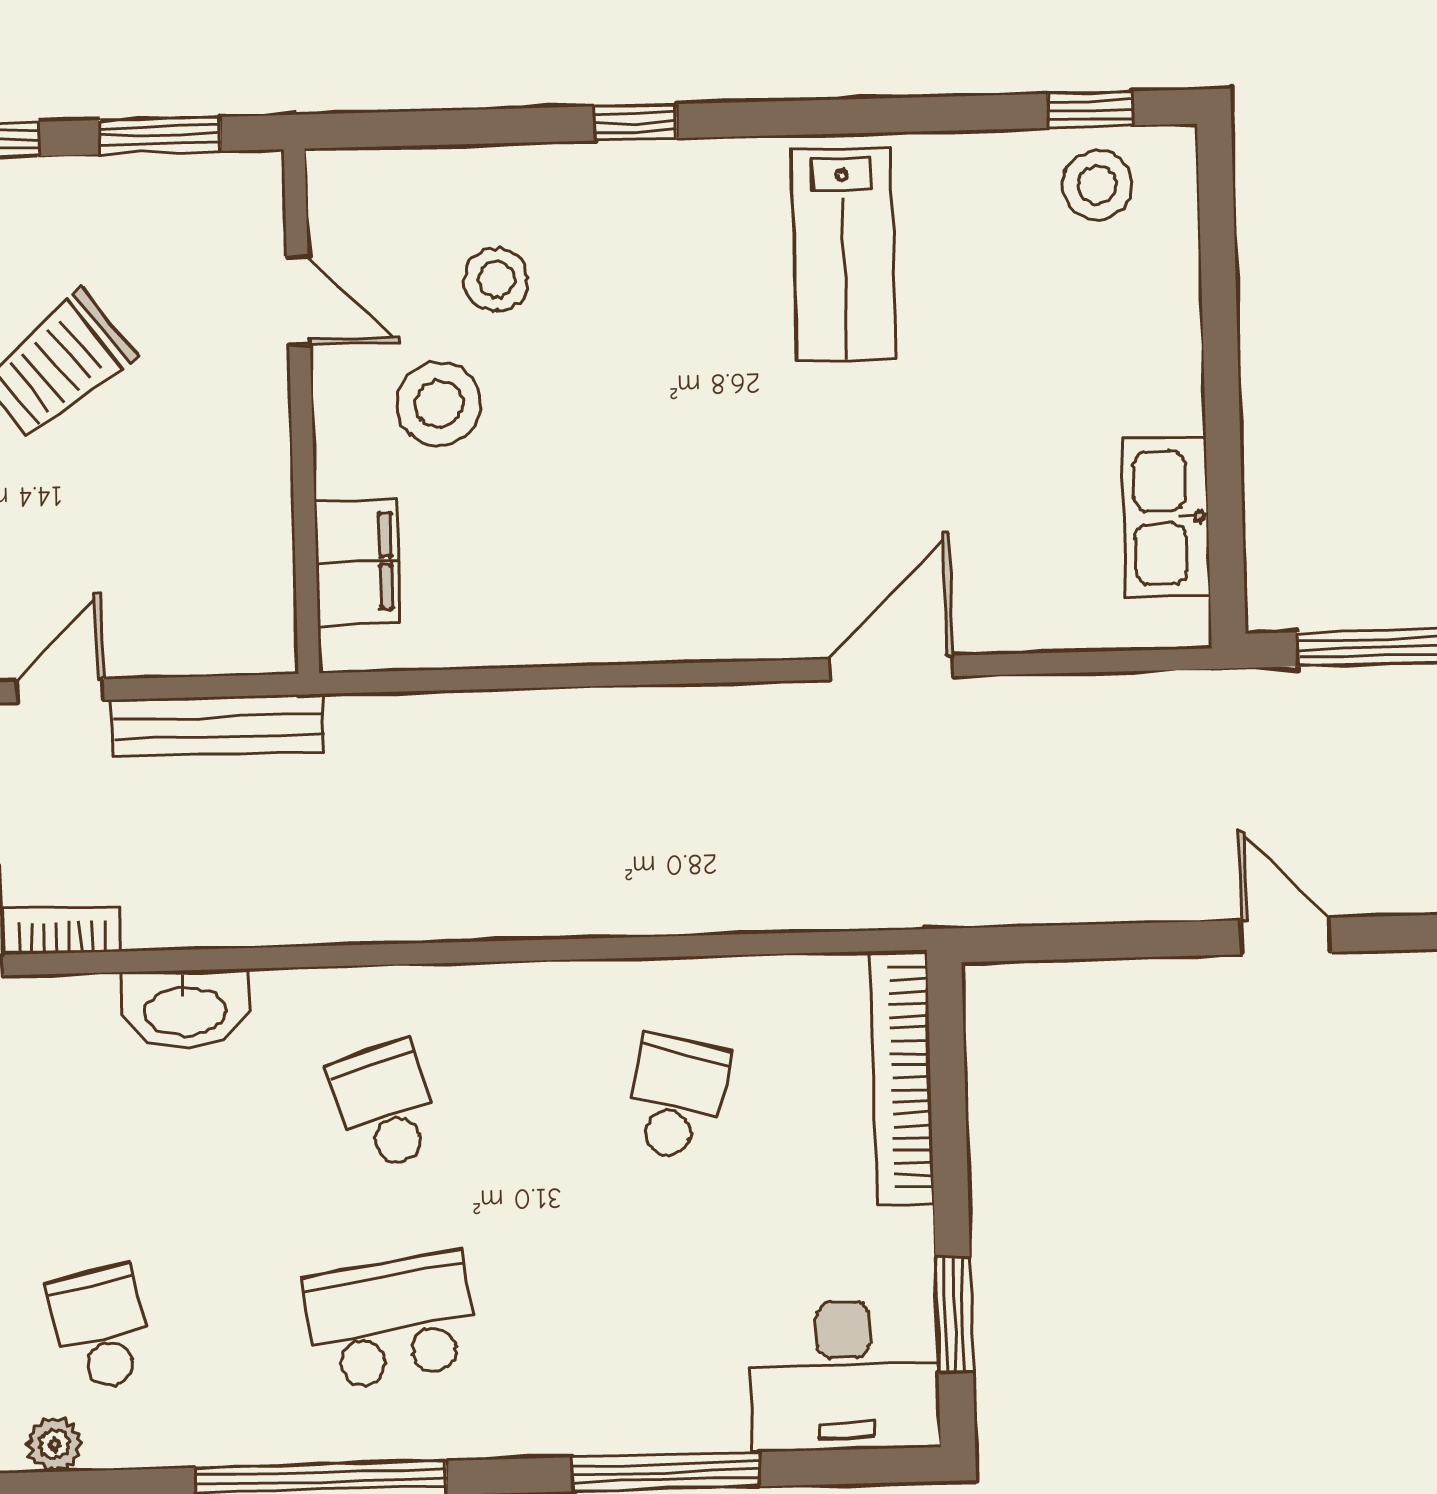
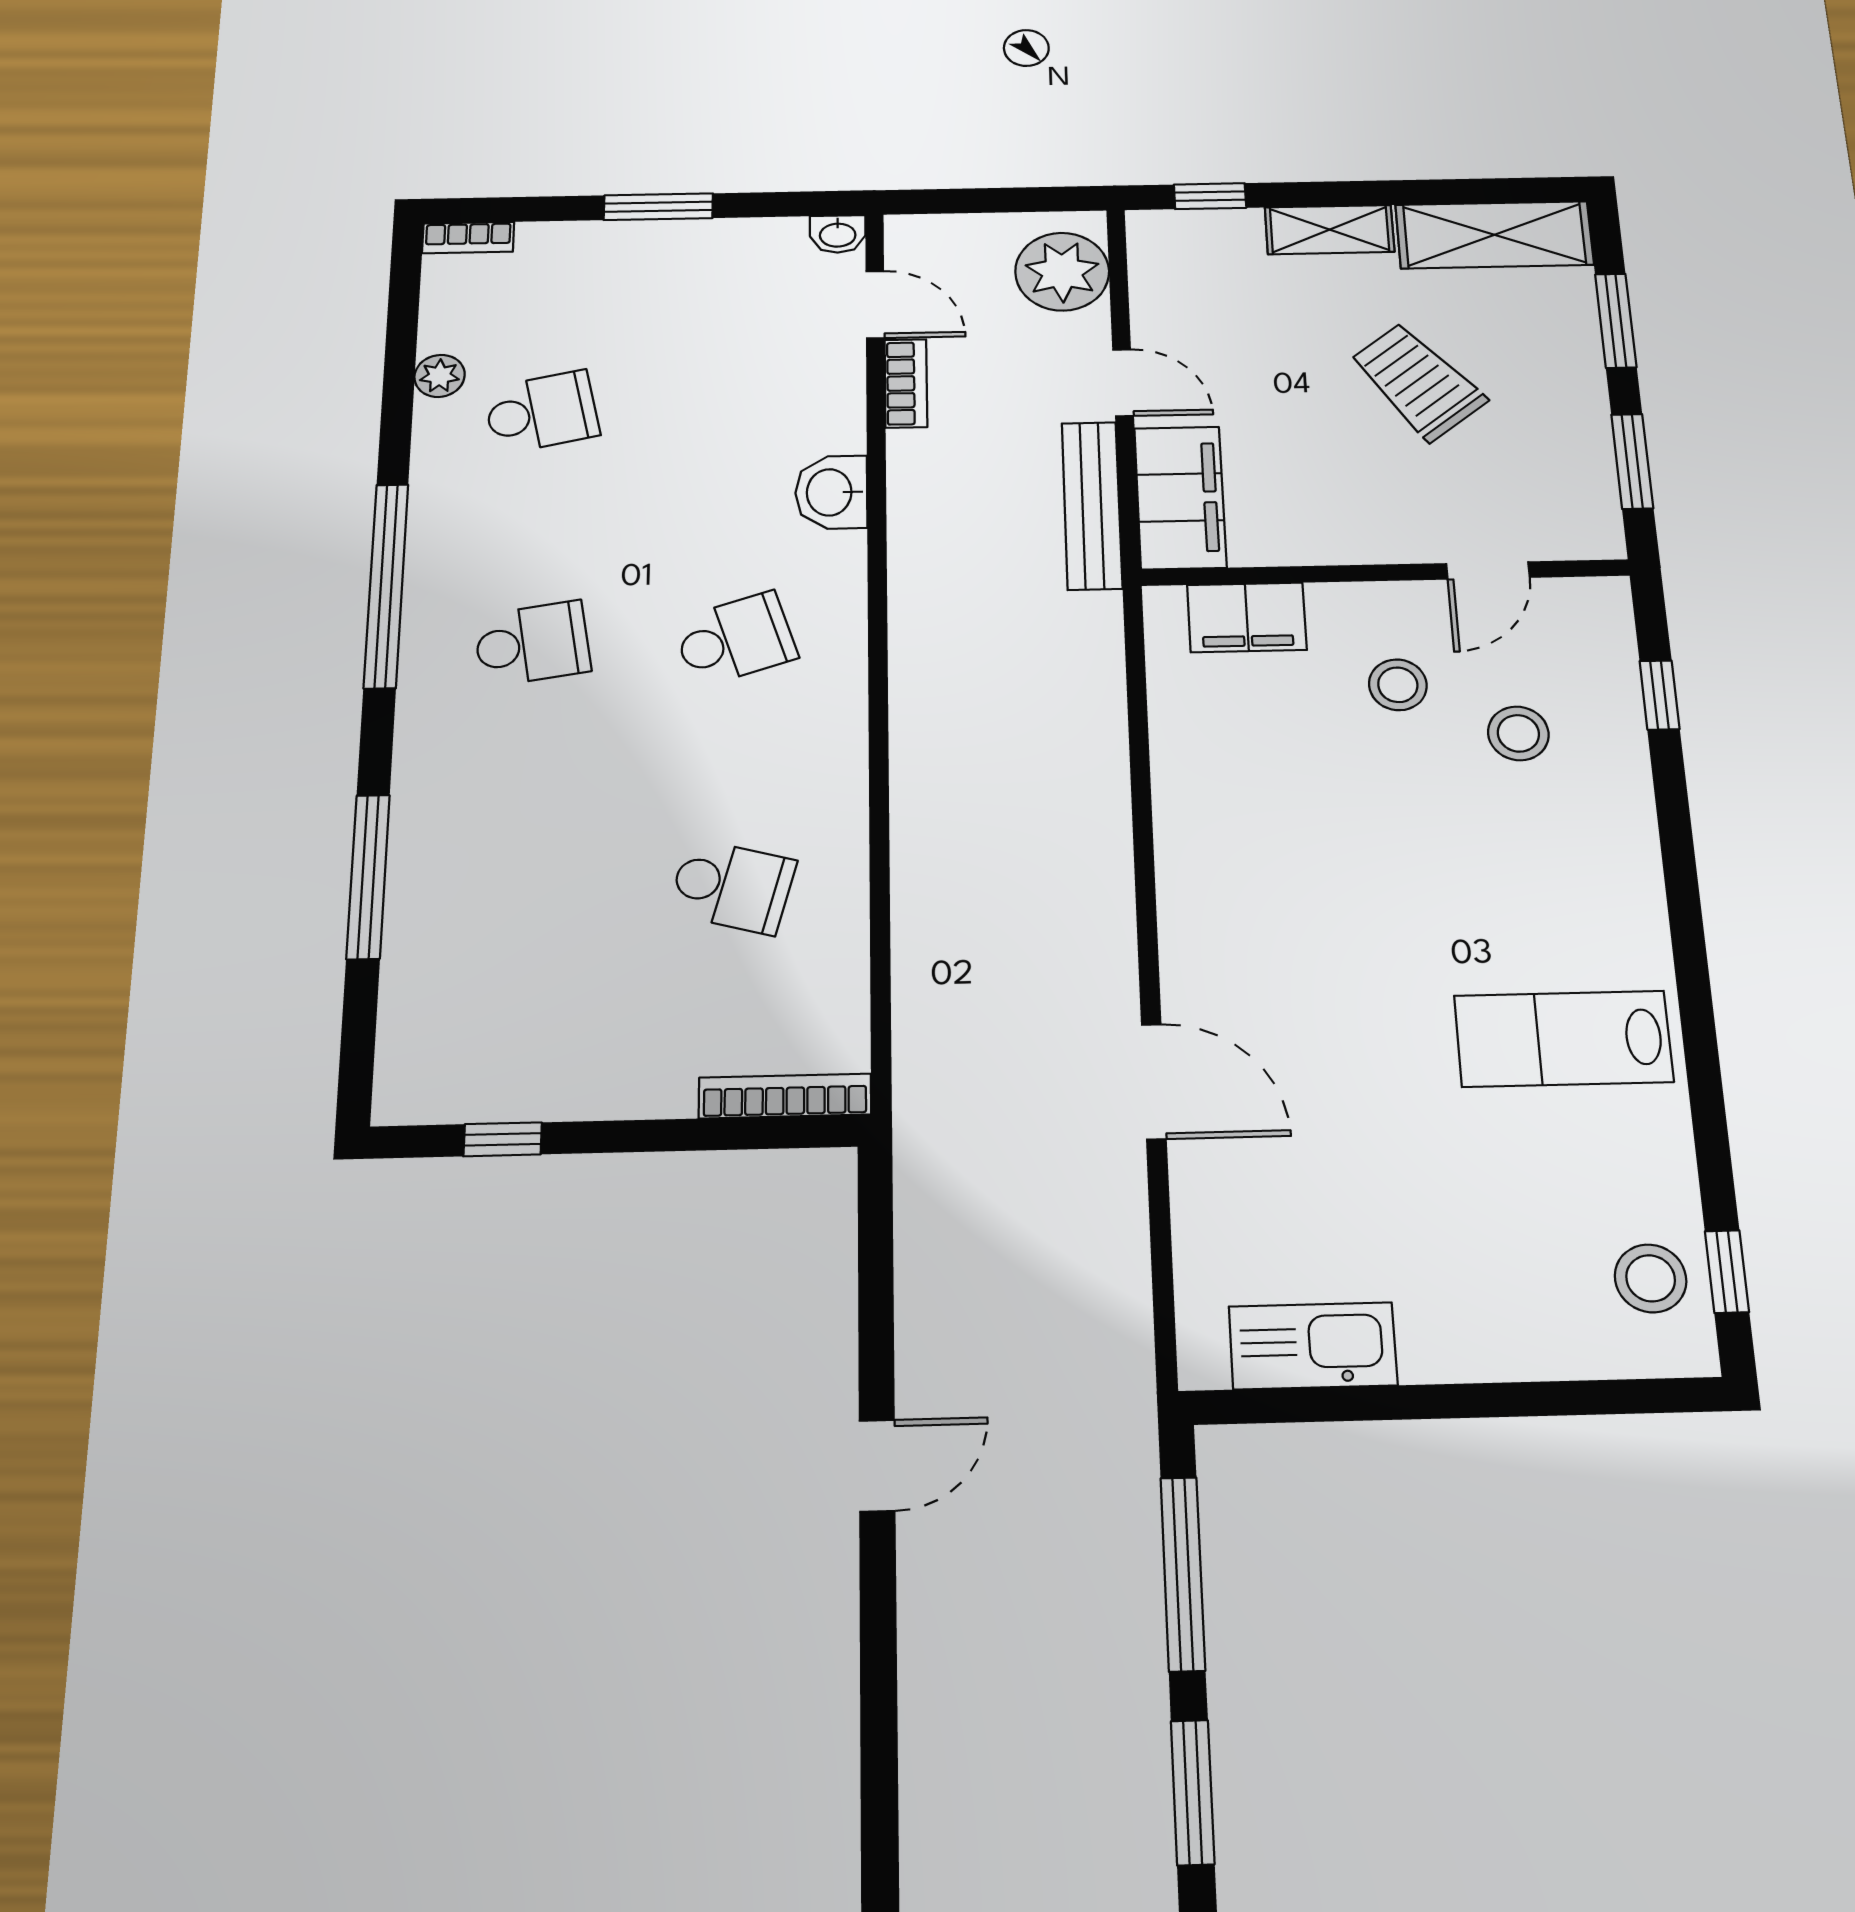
window: (635, 122) -> (1660, 695), moved
stool: (439, 404) -> (1398, 685), width x0.73, depth x0.73
filing cabinet: (208, 630) -> (1180, 497), added
washbasin: (185, 1009) -> (831, 492), width x0.72
bookcase: (902, 1077) -> (785, 1096), width x0.68, depth x0.76
window: (954, 1315) -> (503, 1139), width x0.67
school desk: (392, 1321) -> (532, 644), width x0.54
desk: (844, 1376) -> (449, 1037), removed

